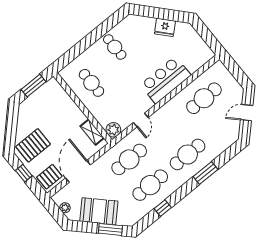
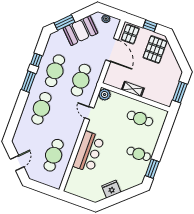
window: (110, 23) -> (152, 169), added
shelving: (92, 132) -> (133, 89), moved
window: (205, 173) -> (28, 82), moved

